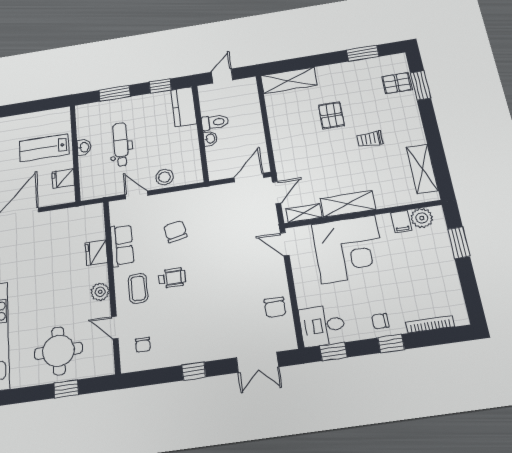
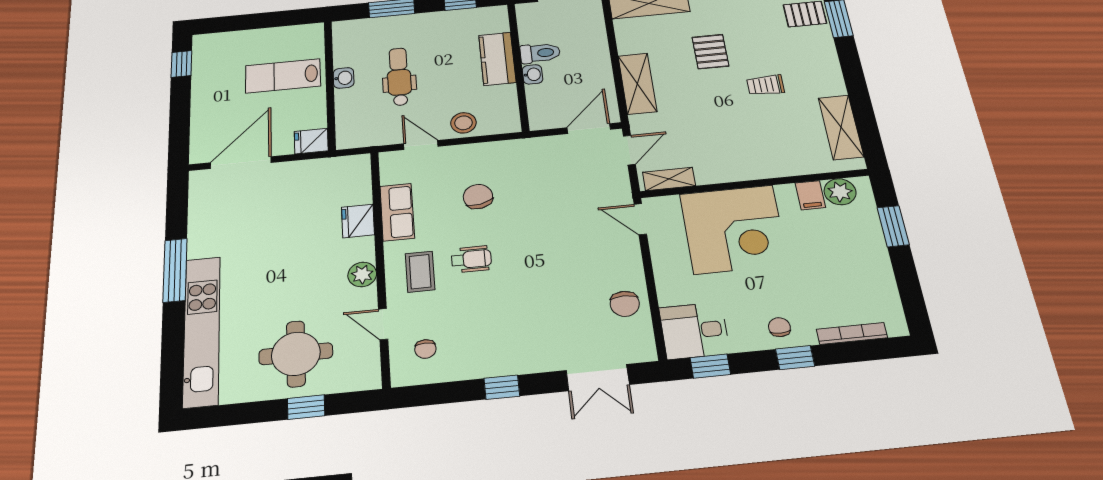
kitchen counter: (184, 107) -> (497, 59), moved
fridge: (63, 178) -> (311, 141), moved
shelving: (348, 204) -> (637, 84), moved, turned 90
chair: (380, 321) -> (779, 327), turned 90

